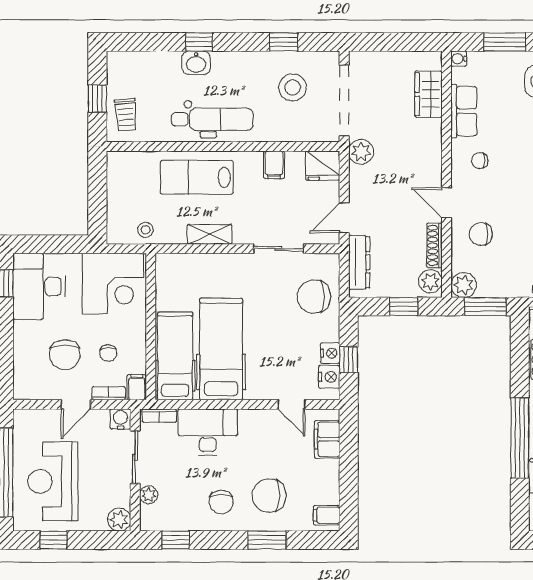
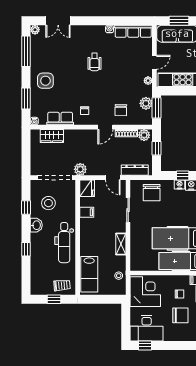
washbasin: (196, 63) -> (36, 225), moved
dental chair: (212, 119) -> (64, 243), turned 180
lab bench: (197, 177) -> (89, 274), moved
plant: (464, 285) -> (146, 103), moved

